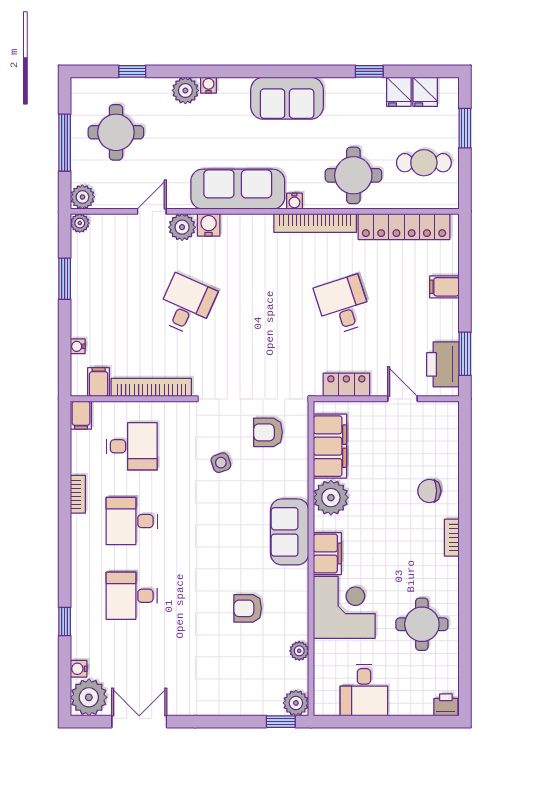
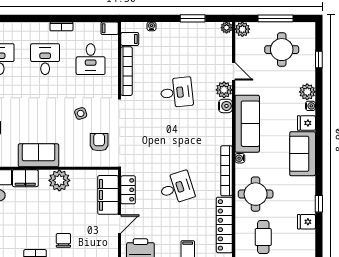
fridge: (425, 92) -> (306, 123), moved
desk: (186, 305) -> (177, 92), turned -30
filing cabinet: (330, 446) -> (108, 195), moved, turned 90

